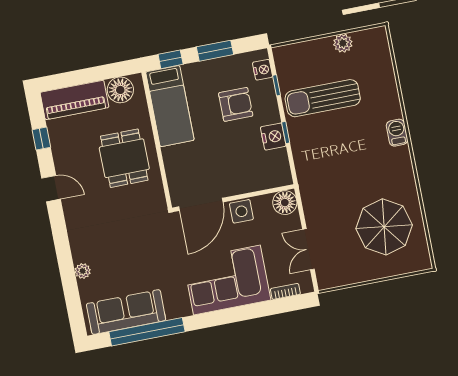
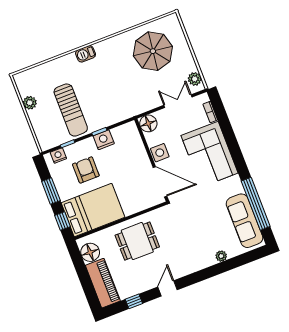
bed: (170, 106) -> (93, 210), width x1.50
double door: (308, 249) -> (178, 101), swing flipped
plant: (335, 278) -> (195, 79), added

